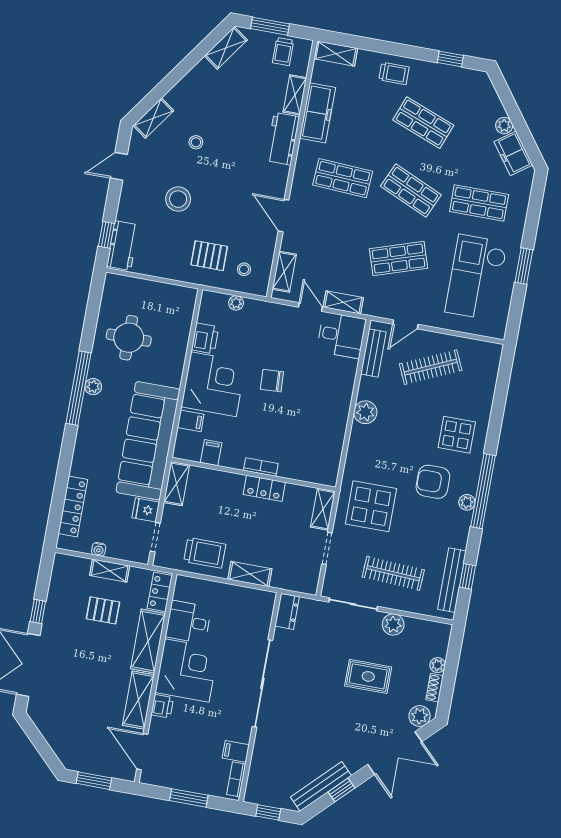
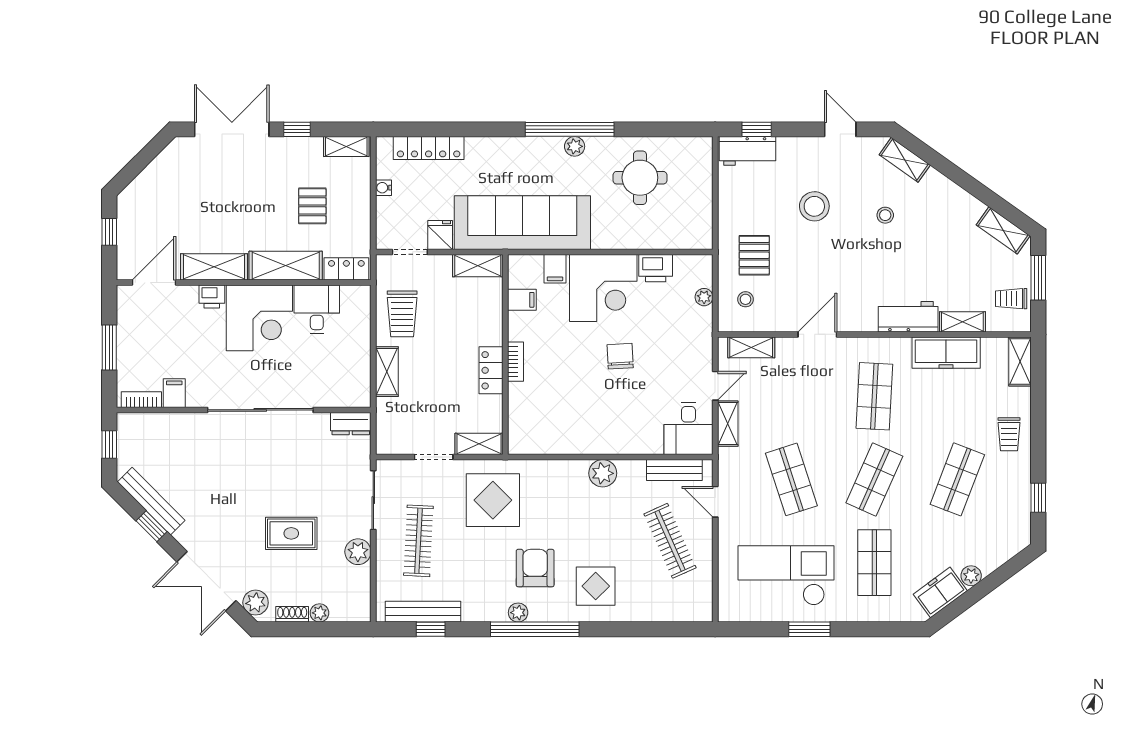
shelving: (110, 571) -> (346, 147), moved, turned 90
rug: (368, 676) -> (291, 533), turned 90
window: (94, 781) -> (109, 232), width x0.67

